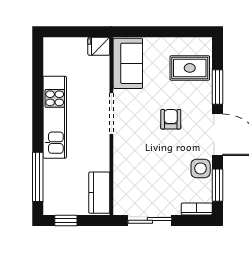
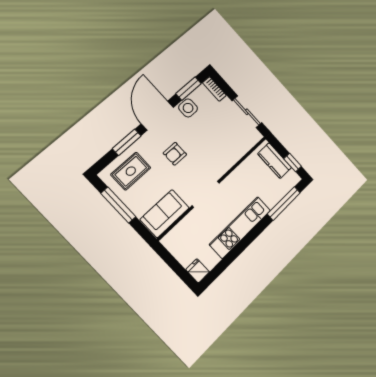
window: (171, 32) -> (118, 205), added
fridge: (99, 46) -> (198, 271), moved, turned 180
rug: (190, 68) -> (131, 171), turned 90
kitchen counter: (99, 193) -> (275, 161), moved, turned 90

